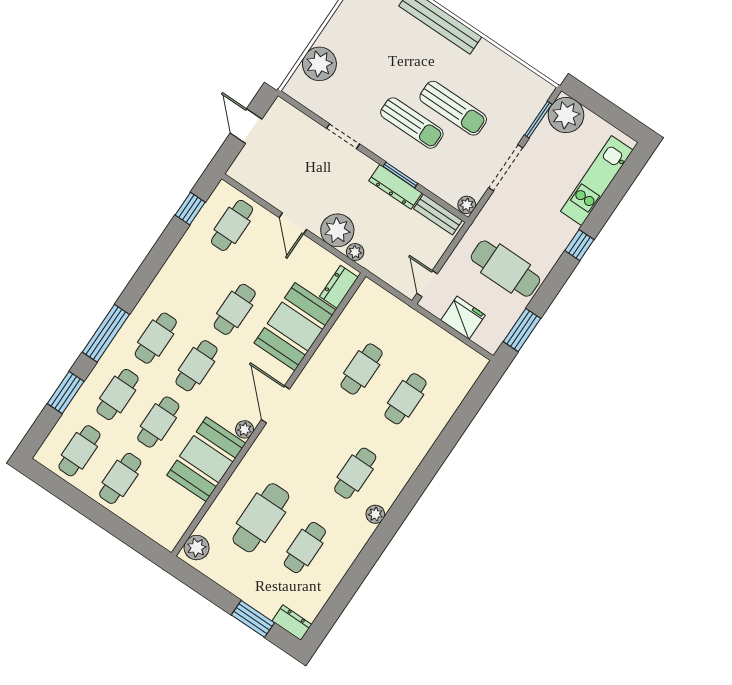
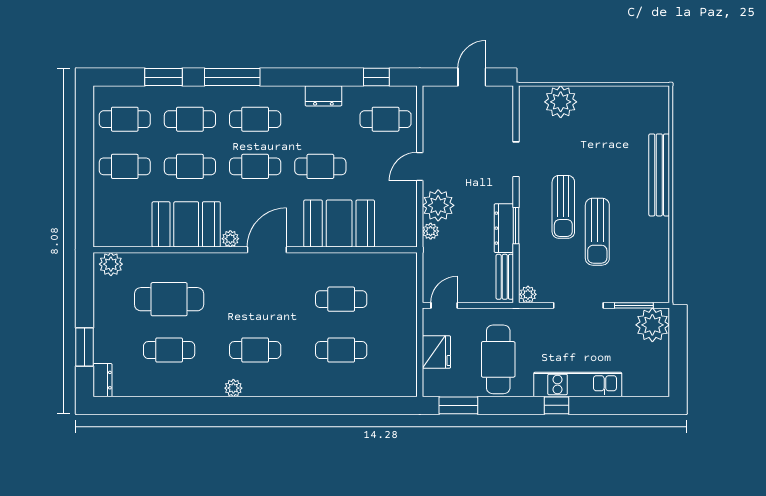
kitchen unit: (597, 181) -> (578, 384), moved
dresser: (339, 287) -> (323, 96), moved, turned 180

